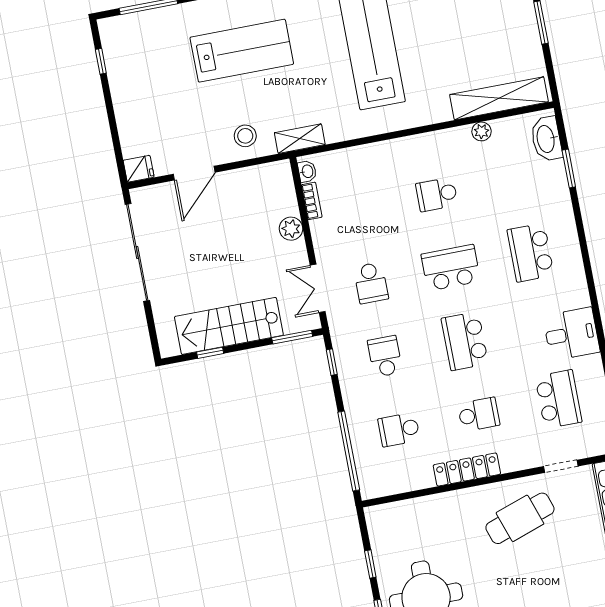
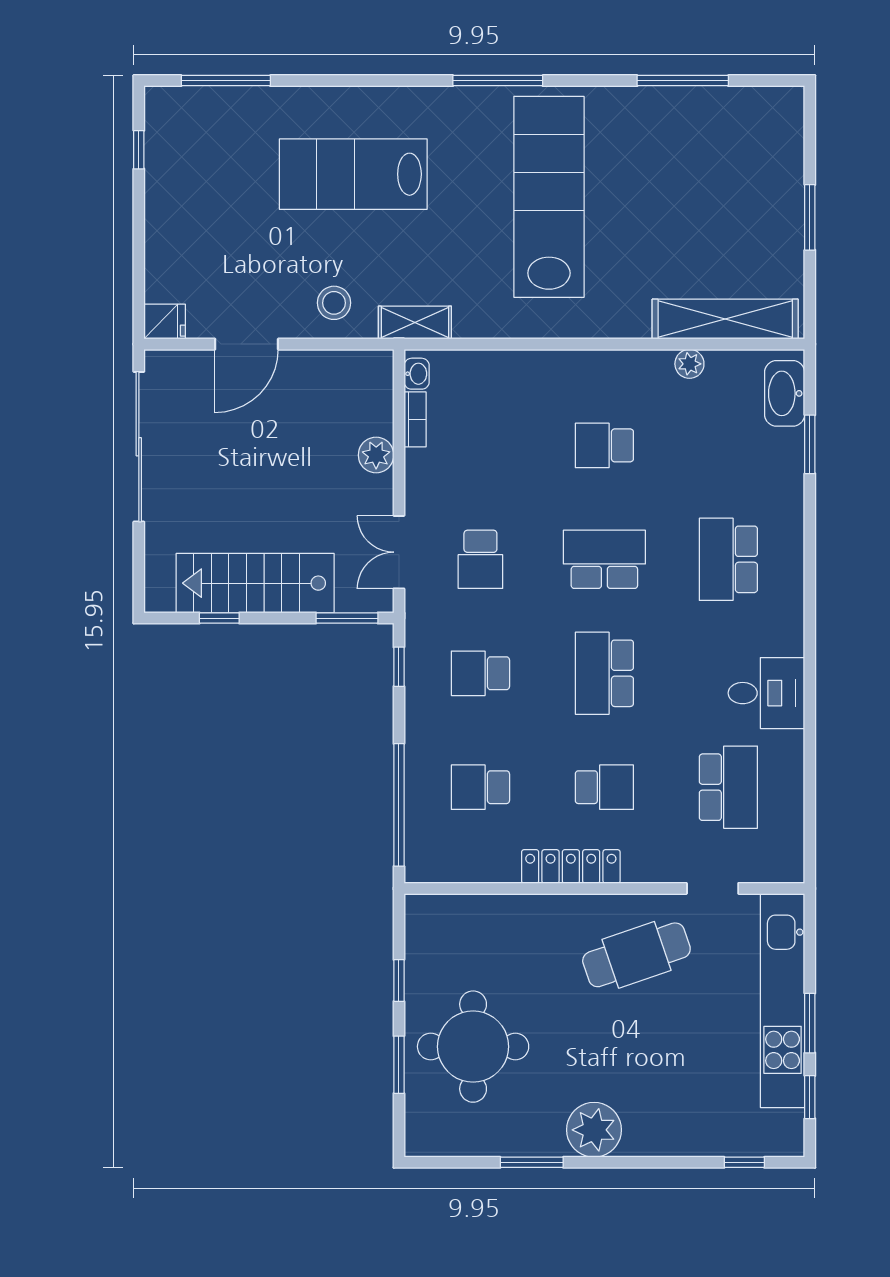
lab bench: (242, 51) -> (353, 174), turned 180
school desk: (385, 356) -> (480, 673), turned -90

